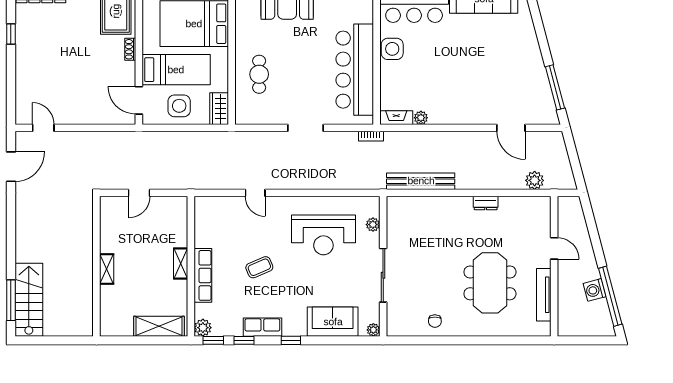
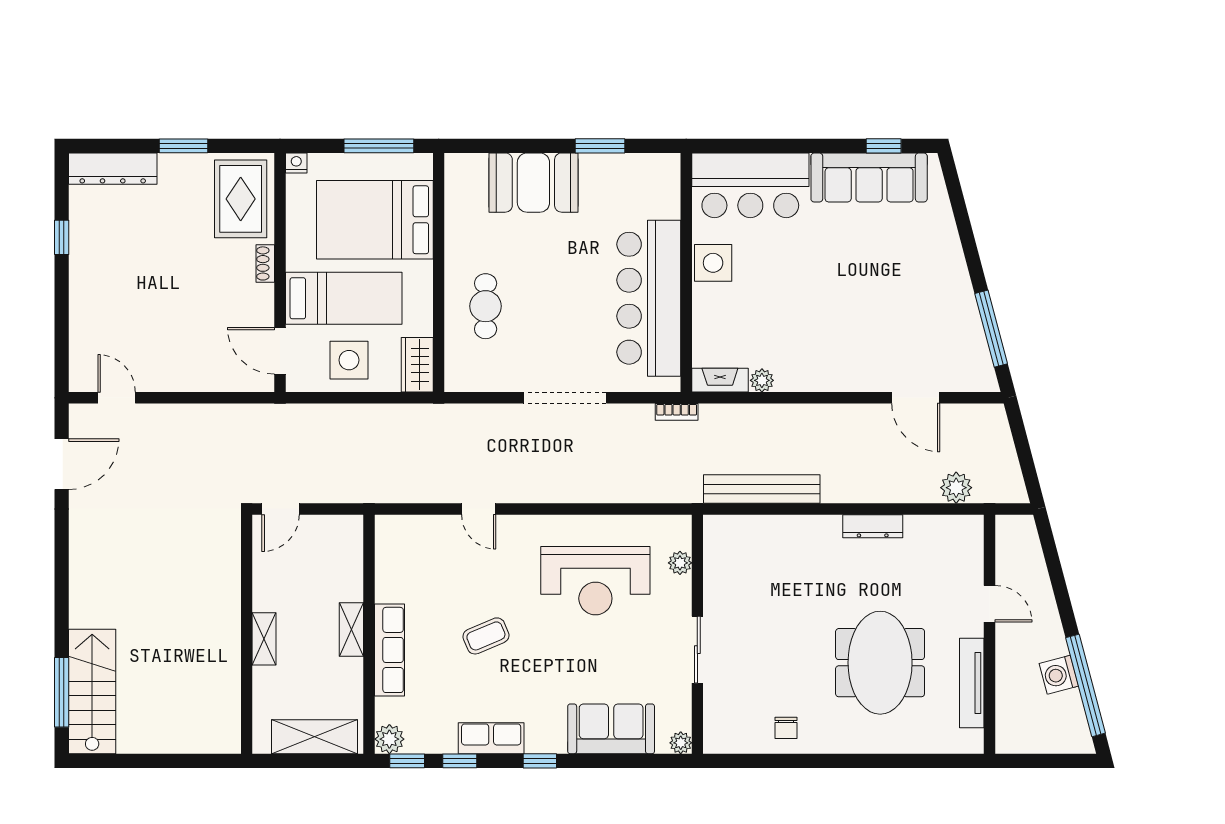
doorway: (305, 128) -> (565, 398), width x1.36
dresser: (486, 203) -> (873, 526), width x1.44
wall: (96, 266) -> (247, 634), moved
shelving: (107, 269) -> (264, 639), moved
sliding door: (383, 275) -> (697, 650), width x0.73

